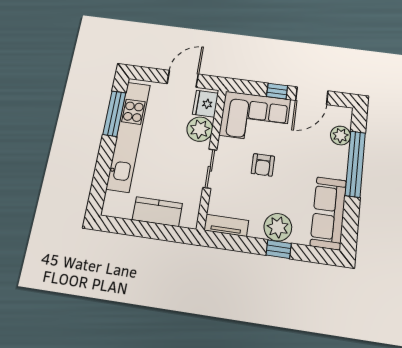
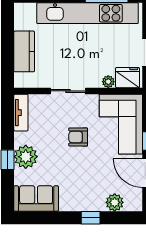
plant: (200, 129) -> (108, 82), width x0.53, depth x0.53
window: (355, 164) -> (91, 218), width x0.32
sofa: (328, 213) -> (36, 199), width x0.73

